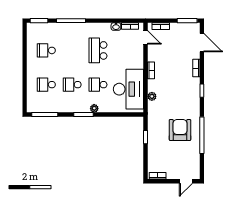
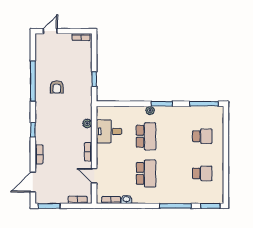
door: (146, 37) -> (94, 176), moved
door: (202, 43) -> (33, 182), hinge flipped
school desk: (72, 85) -> (174, 136), removed
school desk: (98, 85) -> (146, 136), width x1.85
desk: (128, 89) -> (109, 131), width x0.53, depth x0.77
armchair: (180, 130) -> (57, 87), width x0.53, depth x0.53

